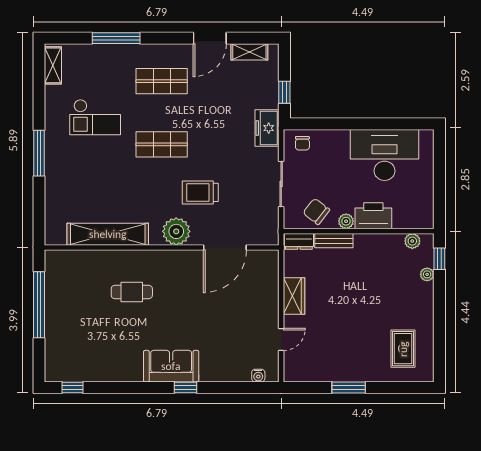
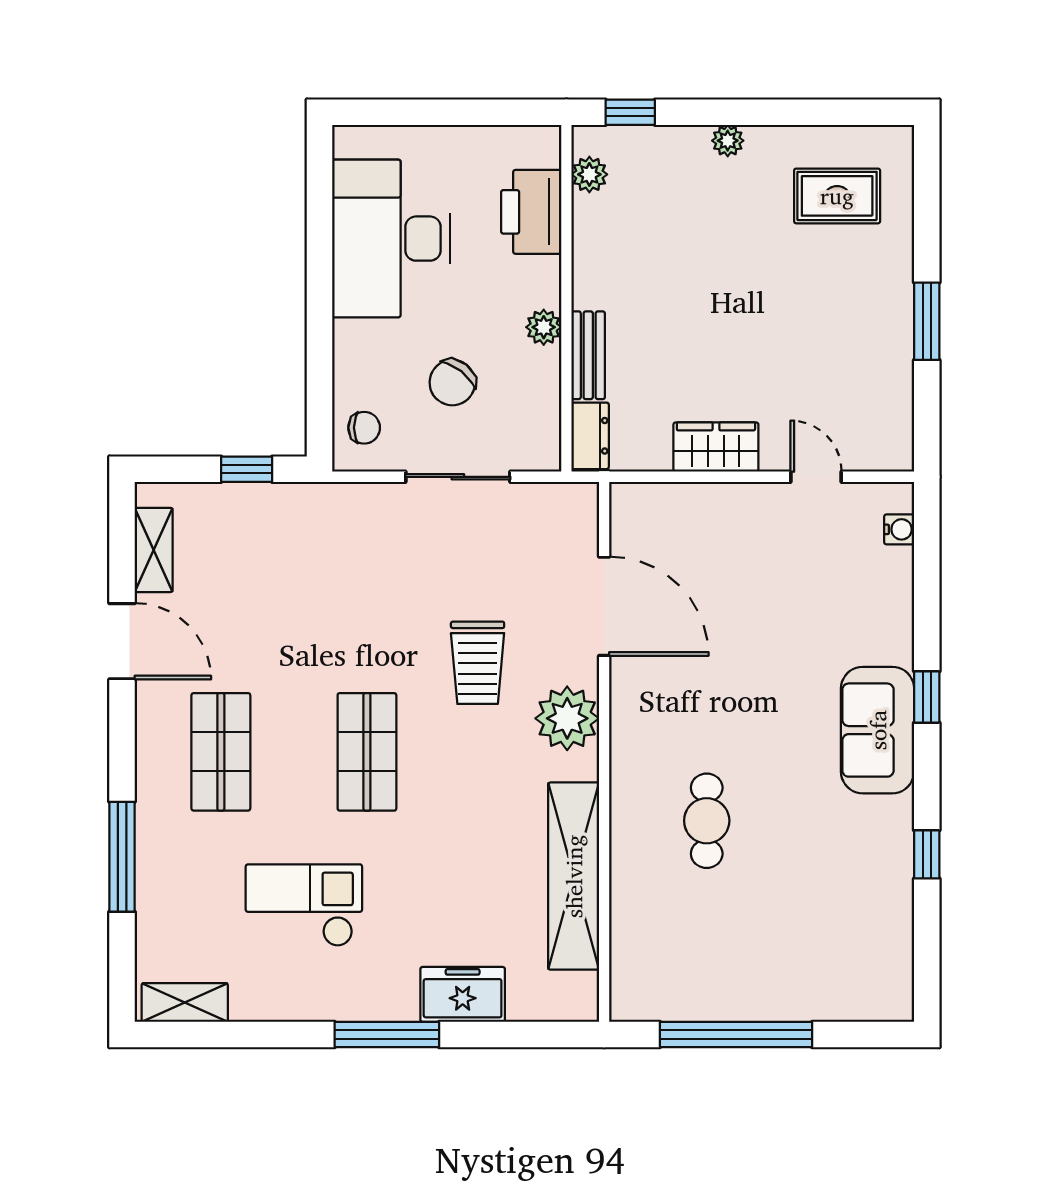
checkout: (95, 117) -> (304, 905), turned -90
freezer: (267, 128) -> (463, 994), moved, turned 180
chair: (316, 211) -> (452, 383), moved
printer: (373, 216) -> (531, 212), moved
plant: (427, 274) -> (728, 141), moved
window: (72, 387) -> (927, 854), moved

